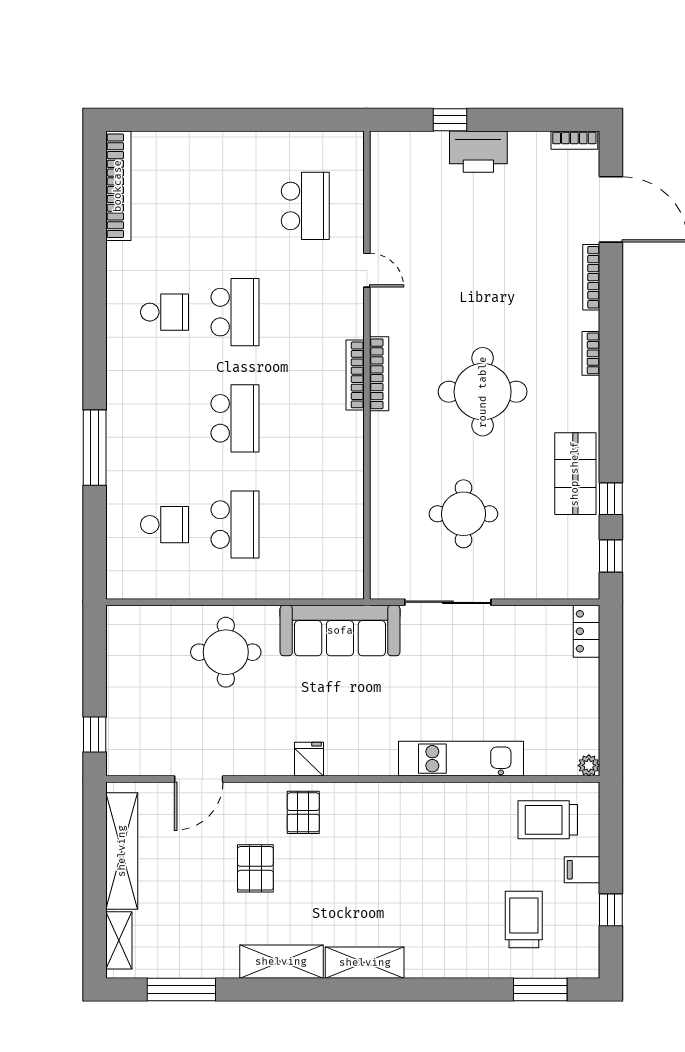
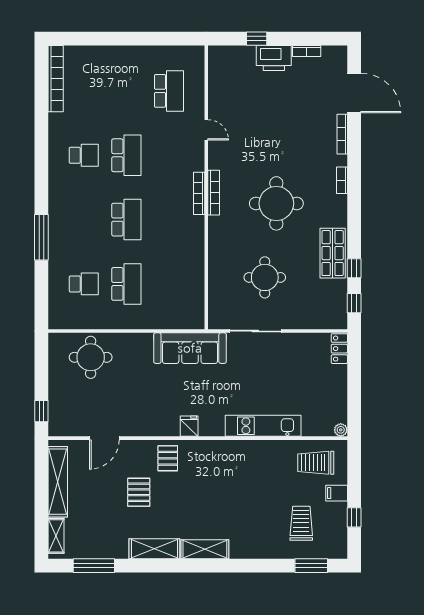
bookcase: (574, 140) -> (307, 51), moved
round table: (226, 652) -> (91, 357), moved
fridge: (309, 759) -> (189, 426), moved

